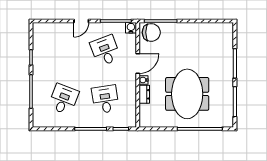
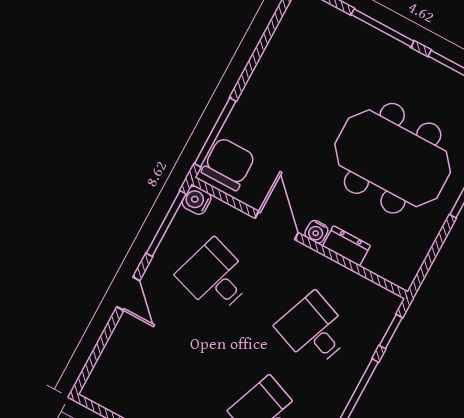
desk: (105, 51) -> (215, 277), turned 39
desk: (105, 99) -> (314, 330), turned 30

